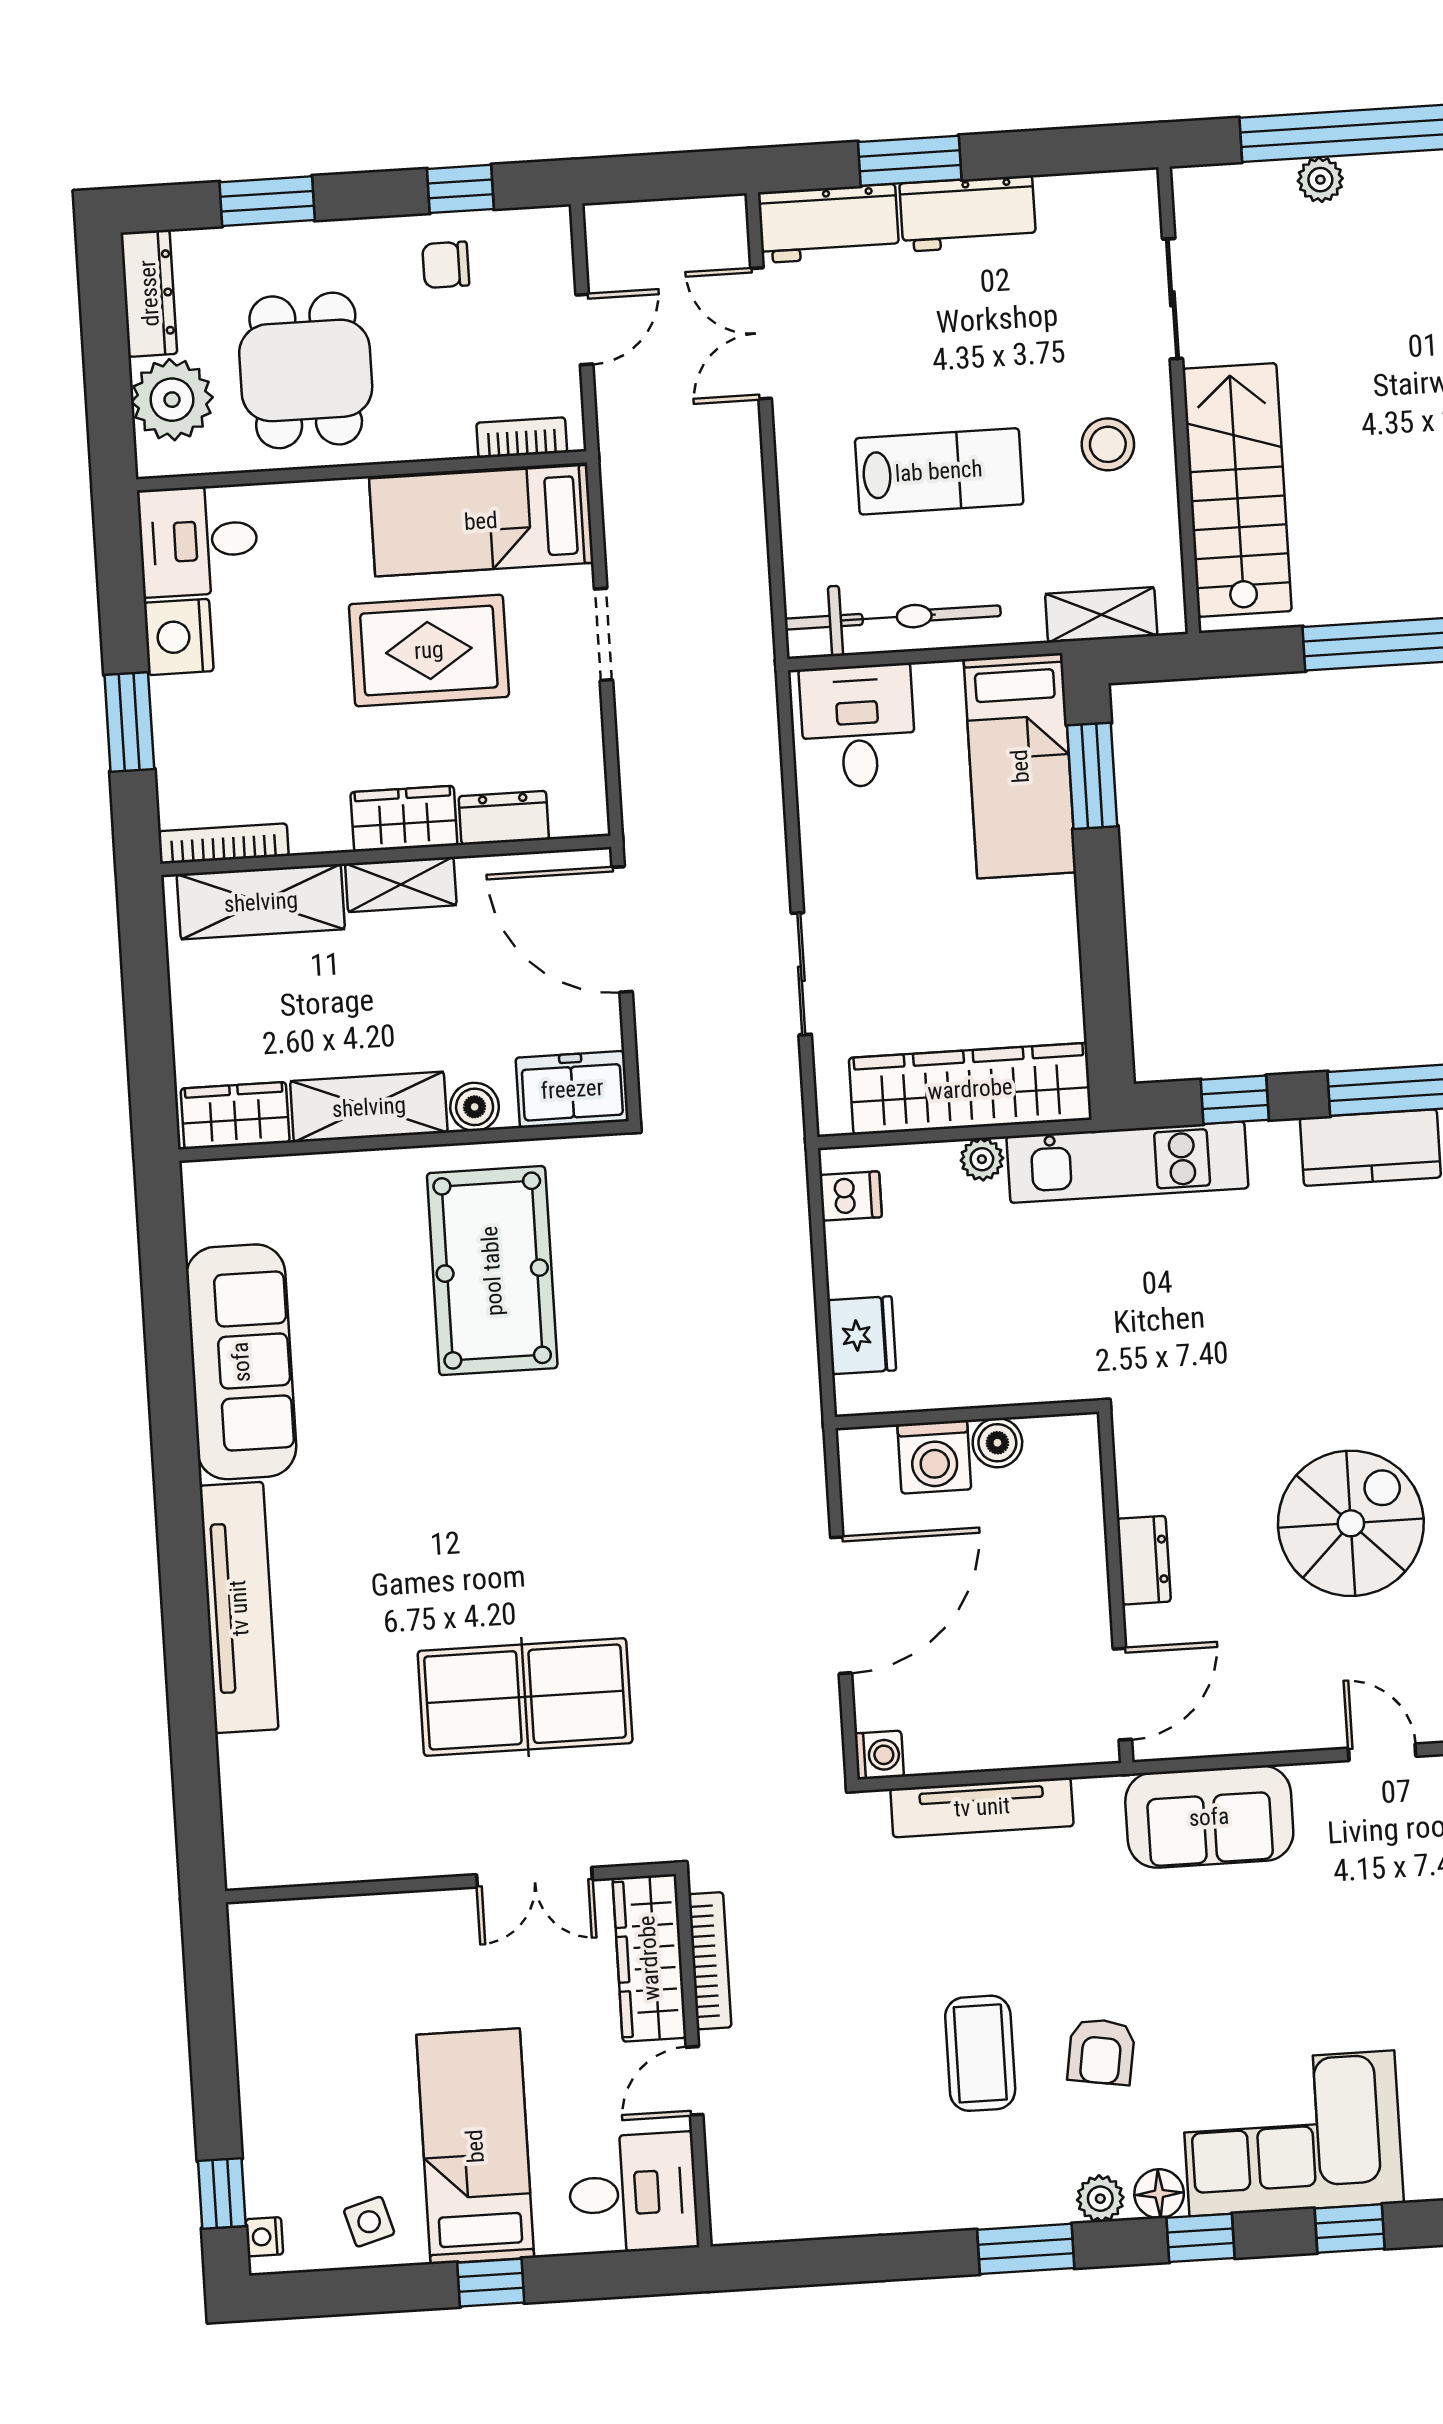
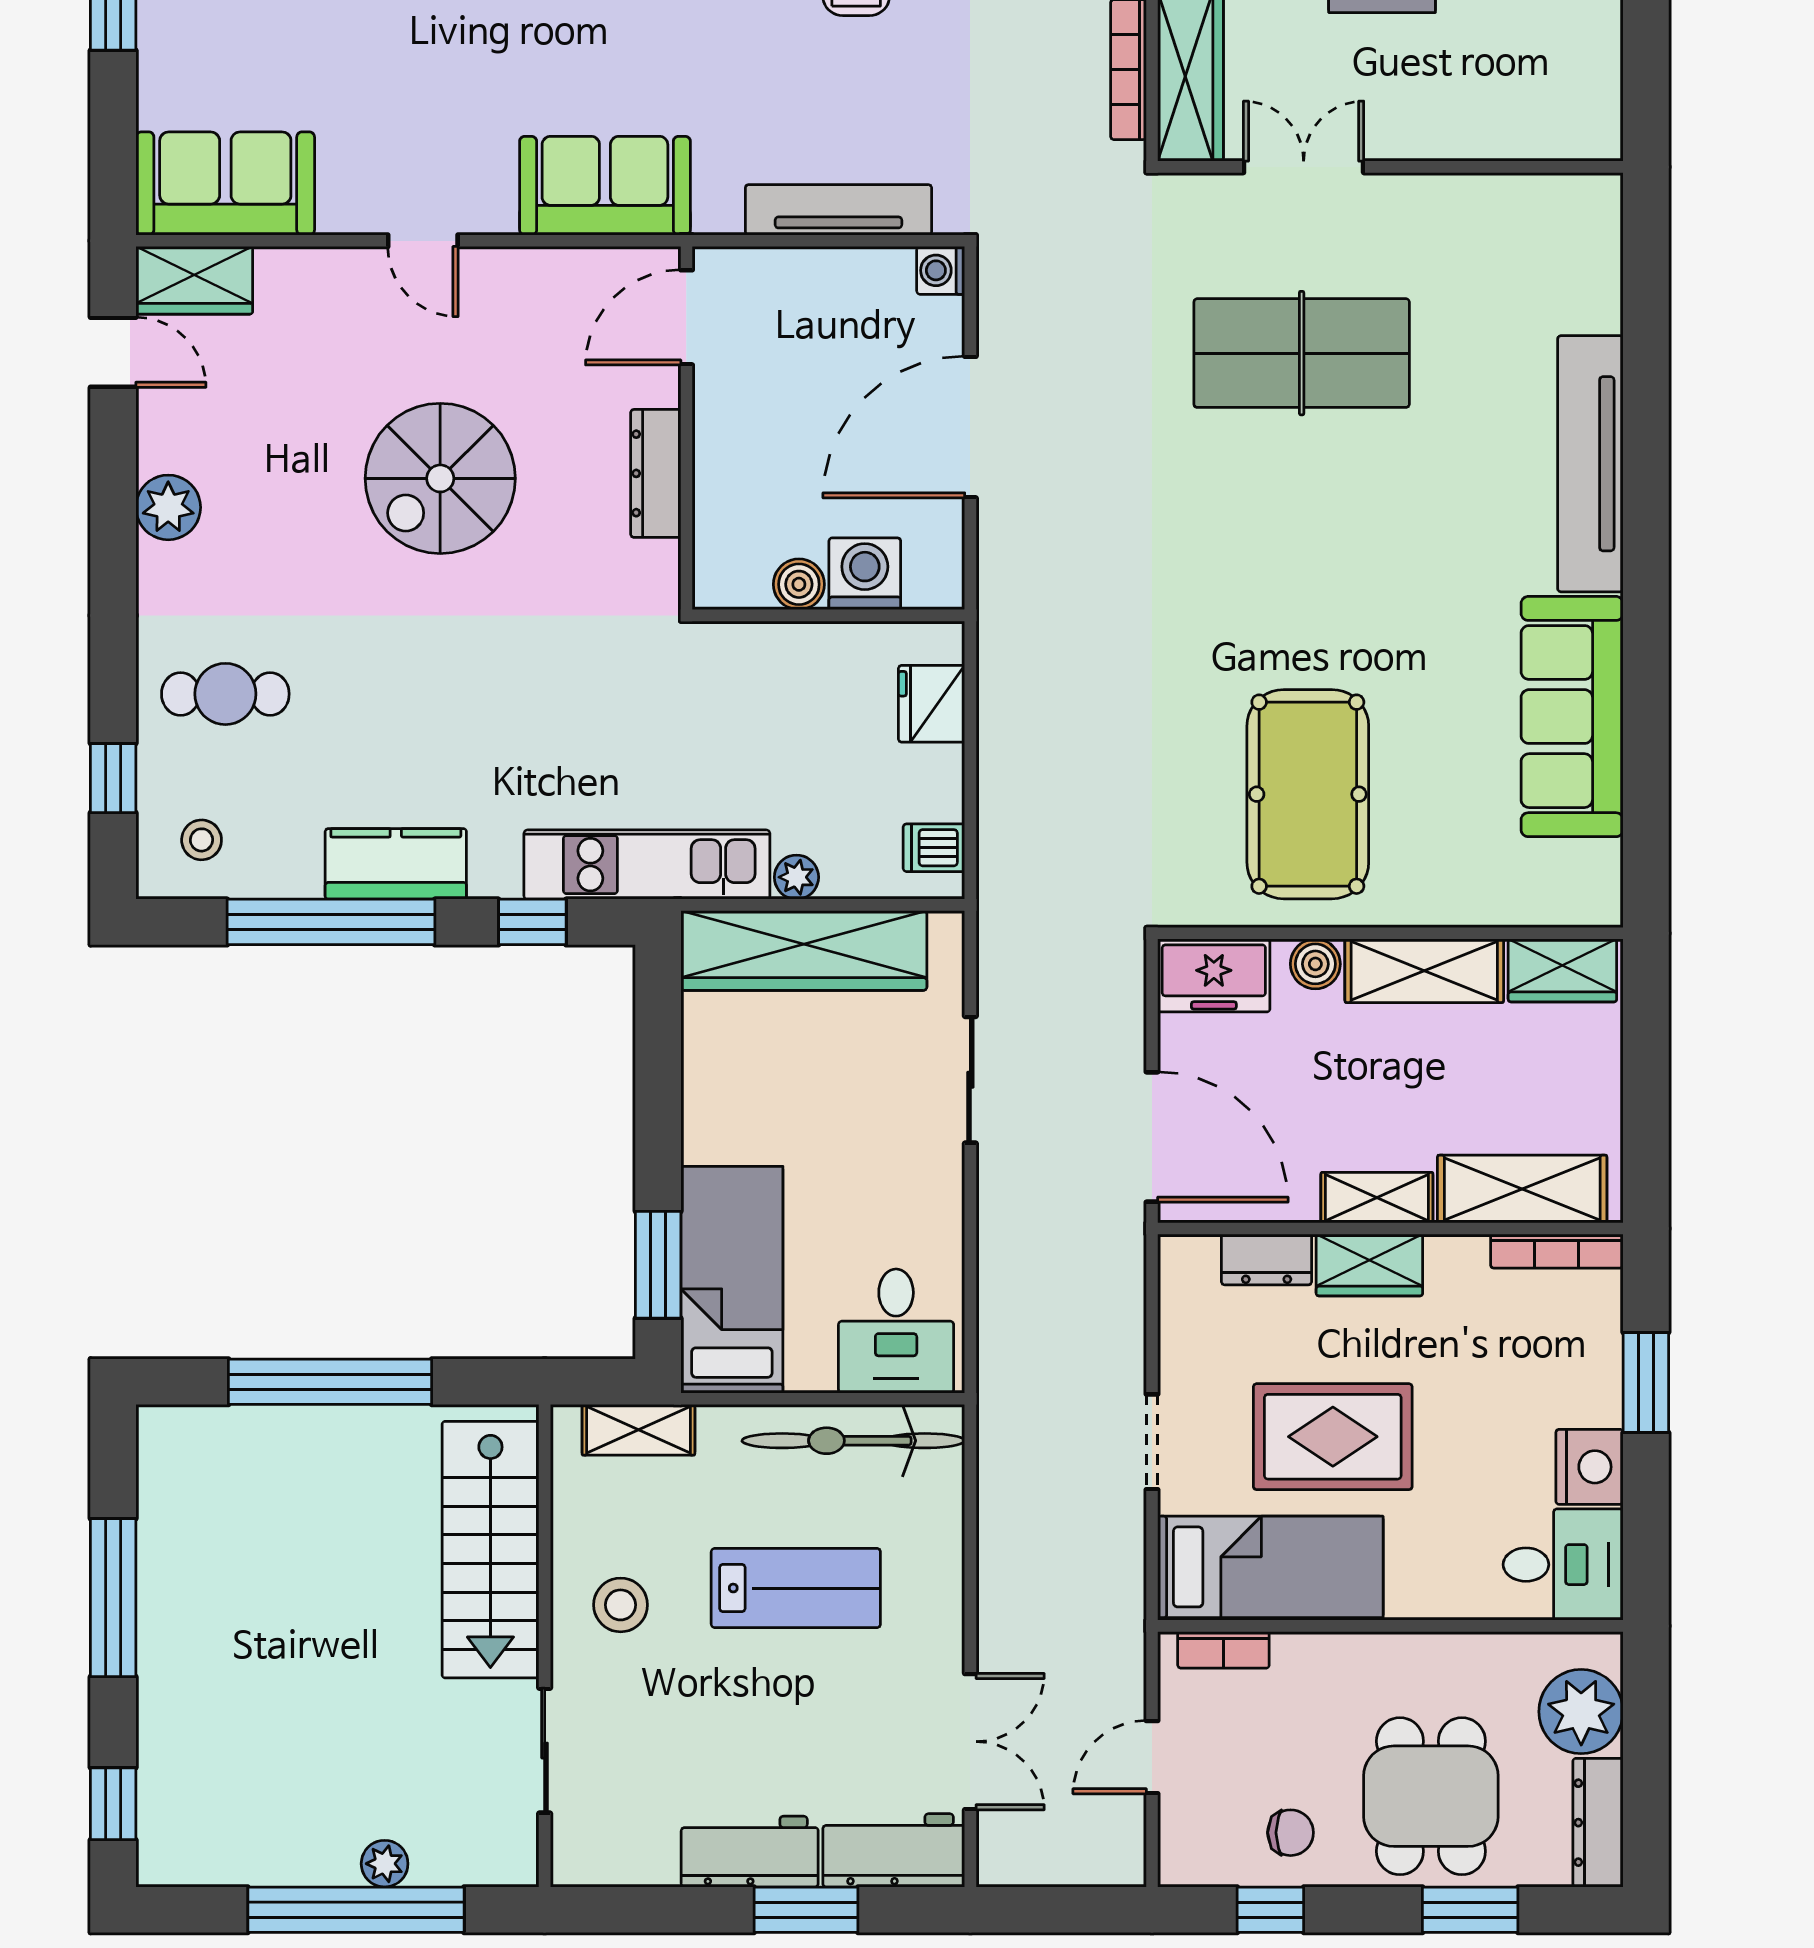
dining table: (306, 370) -> (1431, 1796), moved
lab bench: (939, 471) -> (796, 1588), turned 180
dresser: (1144, 1560) -> (656, 473), width x1.44

